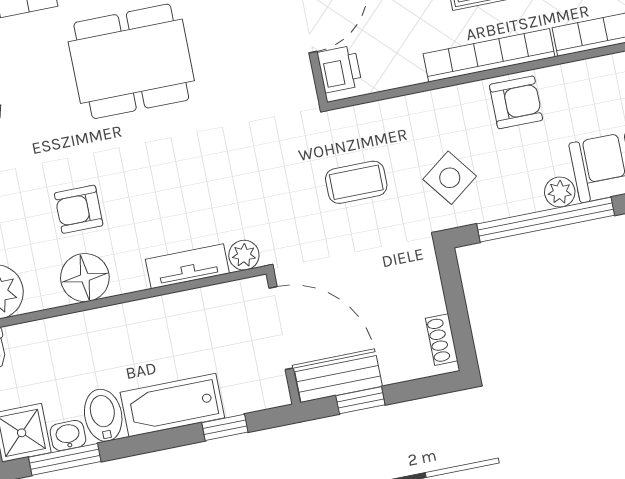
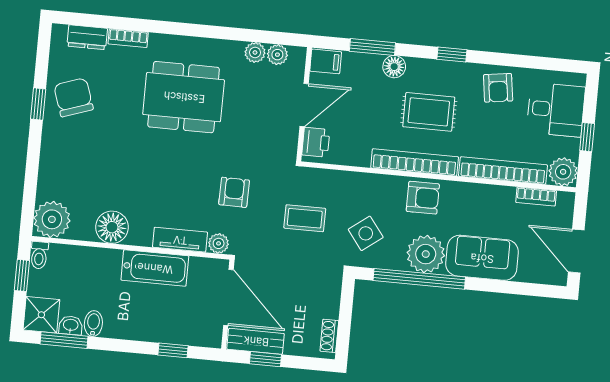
plant: (560, 192) -> (426, 254), width x1.87, depth x1.87
armchair: (79, 209) -> (234, 192), moved, turned 91
bathtub: (172, 405) -> (155, 268), moved, turned 180
bidet: (103, 415) -> (93, 324), width x0.72, depth x0.74

